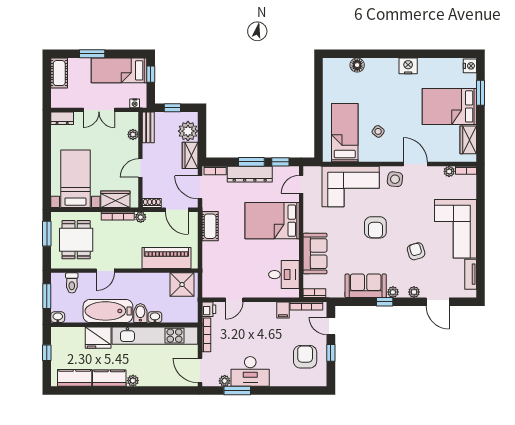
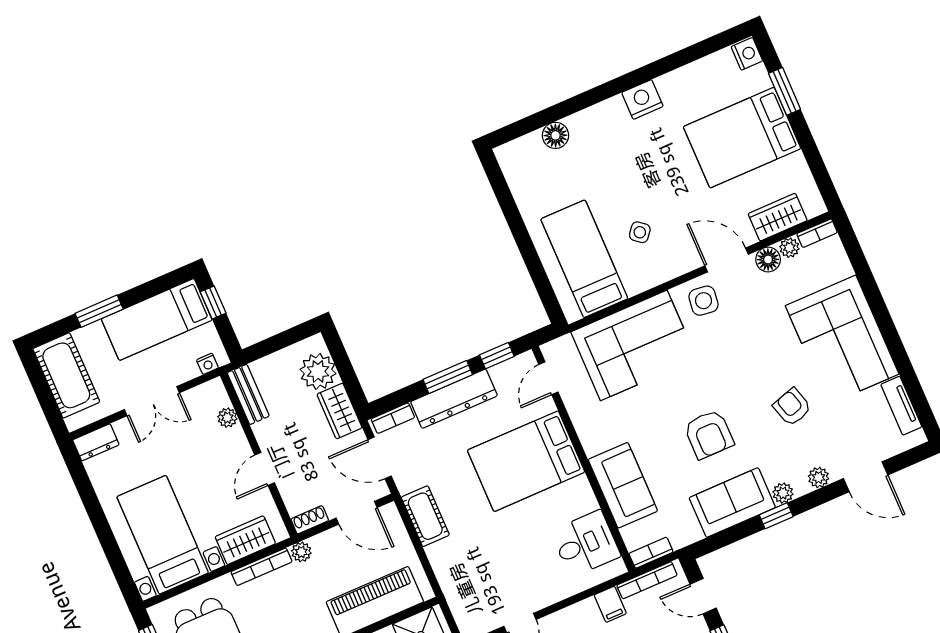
cot: (59, 73) -> (66, 375), width x1.37, depth x1.34
window: (172, 108) -> (275, 344), removed
wardrobe: (468, 140) -> (778, 217), moved, turned 90
floor lamp: (436, 173) -> (768, 260), added
armchair: (375, 227) -> (709, 434), moved

